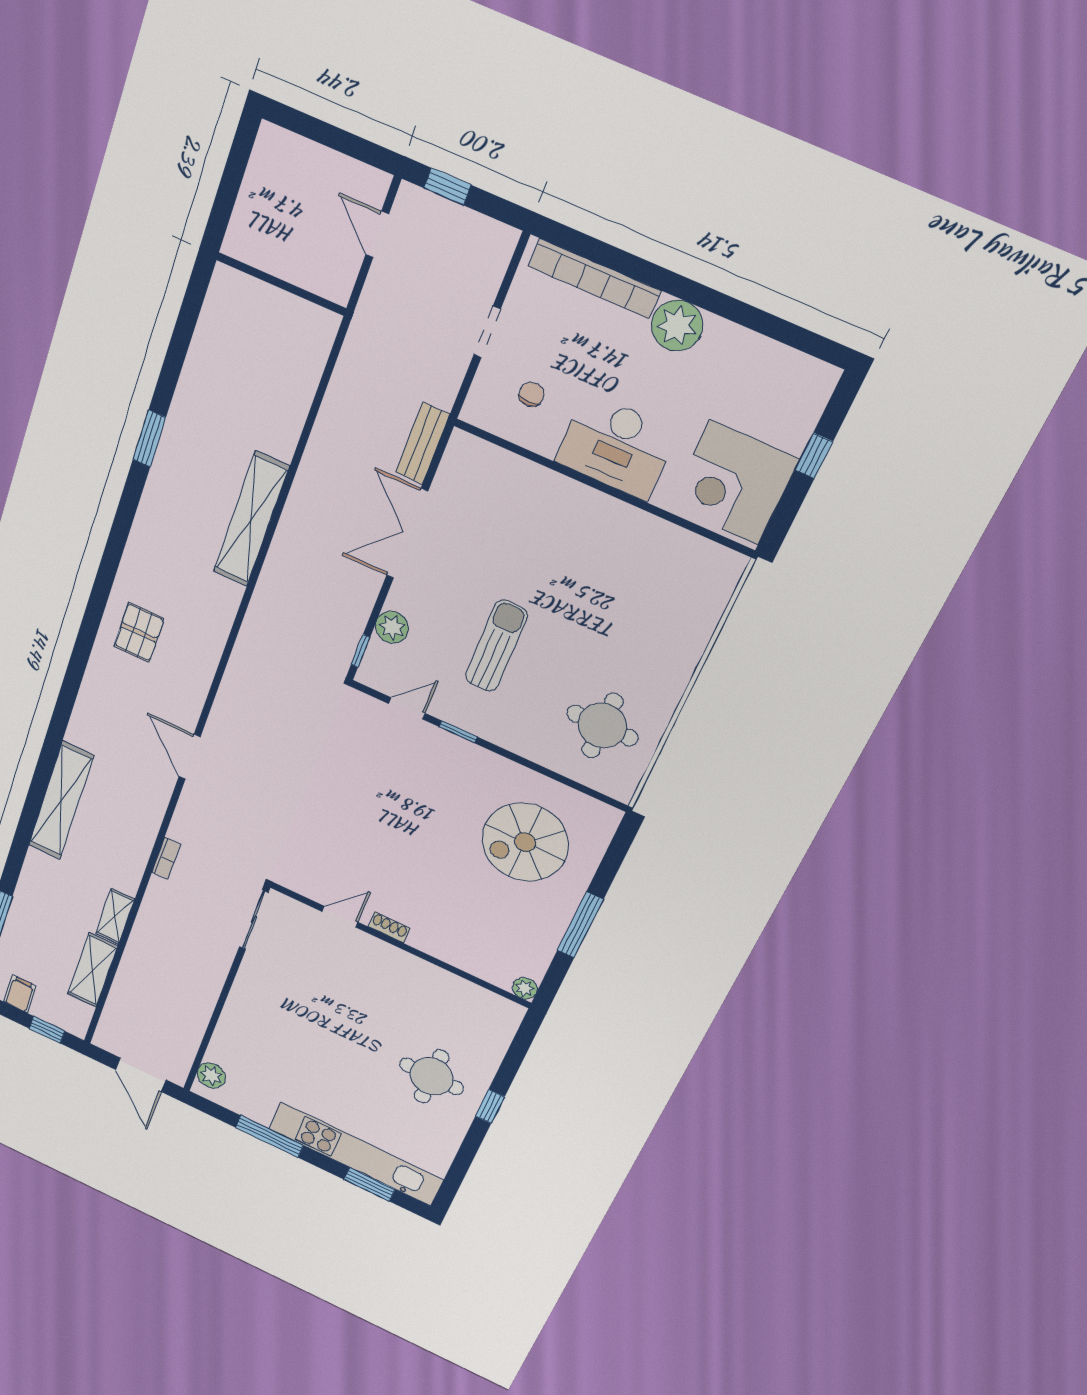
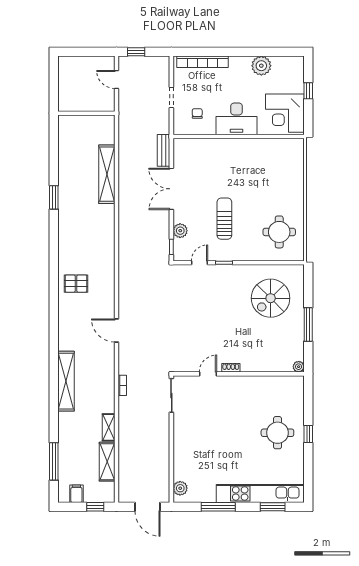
plant: (677, 326) -> (261, 66), moved
shelving: (251, 519) -> (107, 174), moved
pallet: (139, 632) -> (76, 284), turned 90

